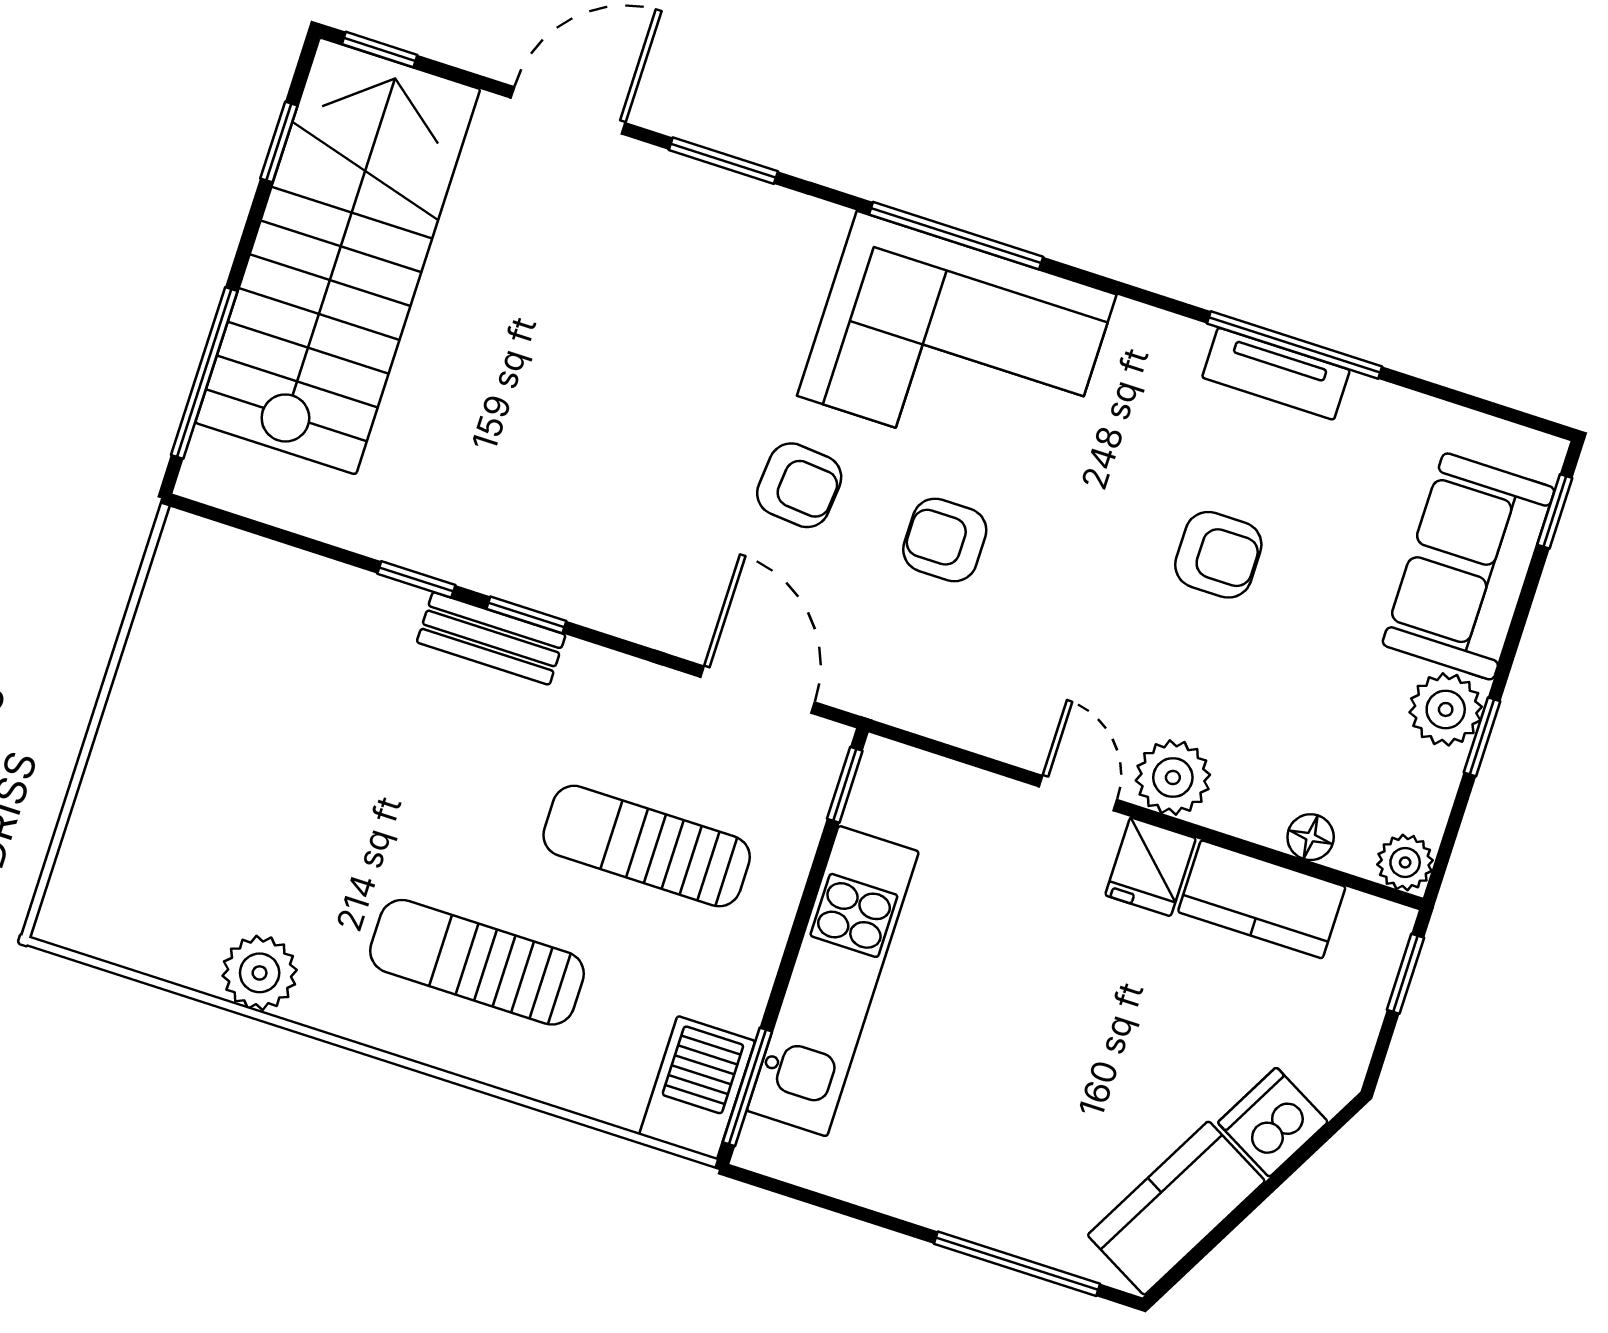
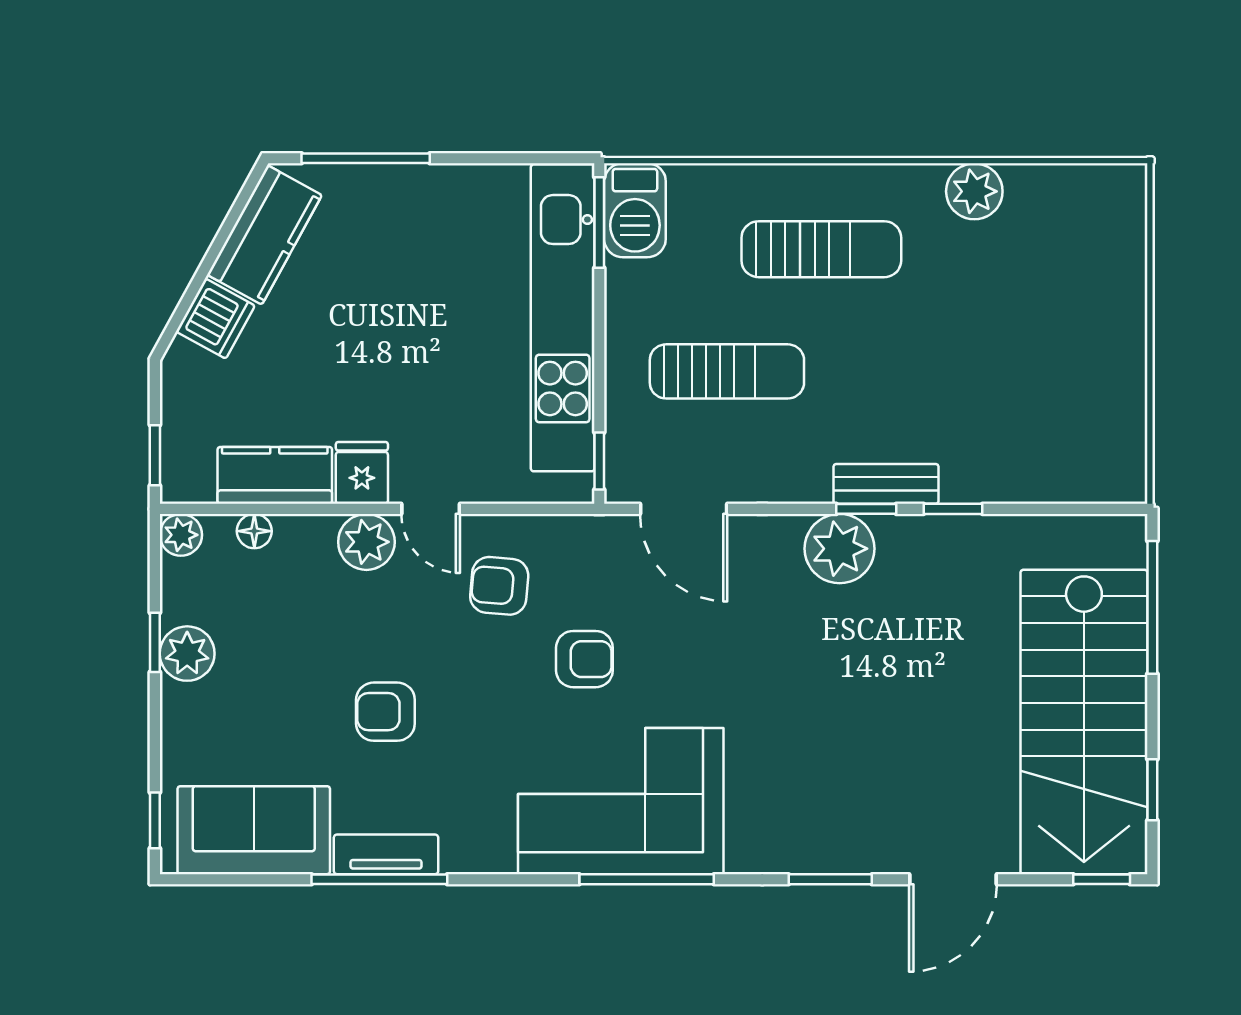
armchair: (799, 485) -> (499, 586), moved
sofa: (1468, 566) -> (254, 830), moved, turned -90
plant: (576, 575) -> (840, 549), added
kitchen unit: (833, 981) -> (563, 318), width x1.36

